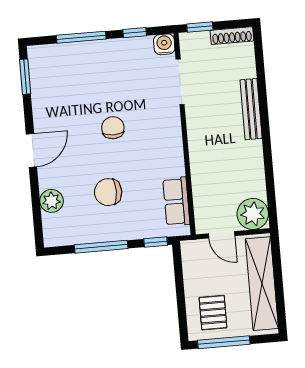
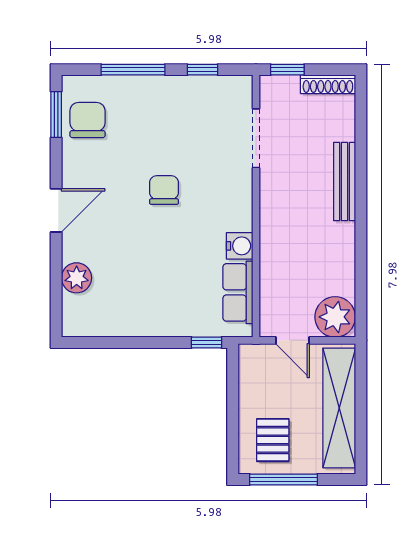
water cooler: (164, 44) -> (240, 246), moved, turned 90
chair: (108, 192) -> (87, 120), moved, turned 90
window: (101, 247) -> (136, 343), removed

